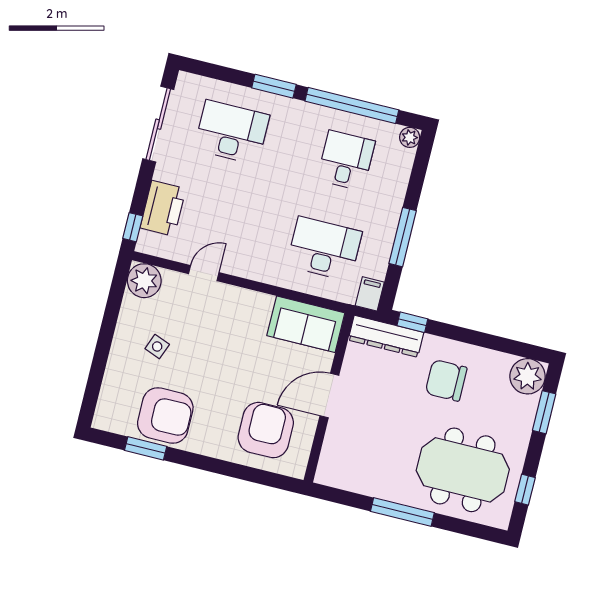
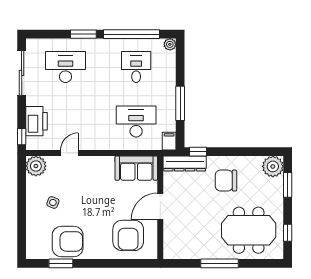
armchair: (266, 430) -> (128, 235), turned 180

